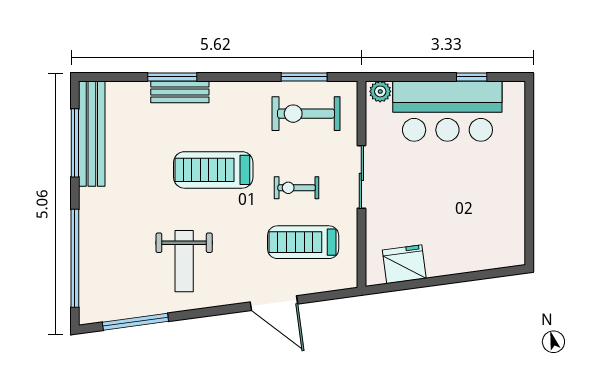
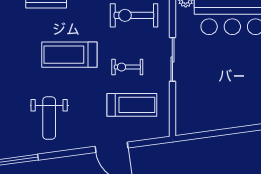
treadmill: (303, 242) -> (132, 105), turned 180
fridge: (404, 264) -> (202, 120), removed

